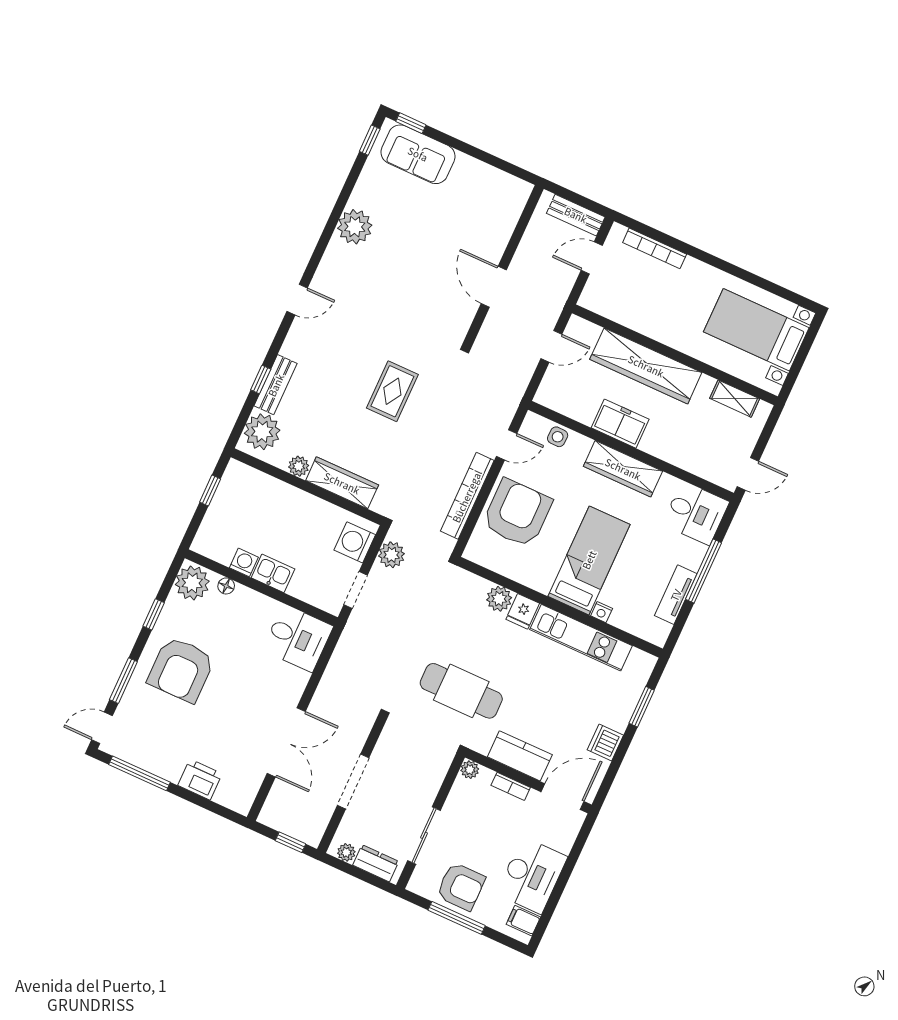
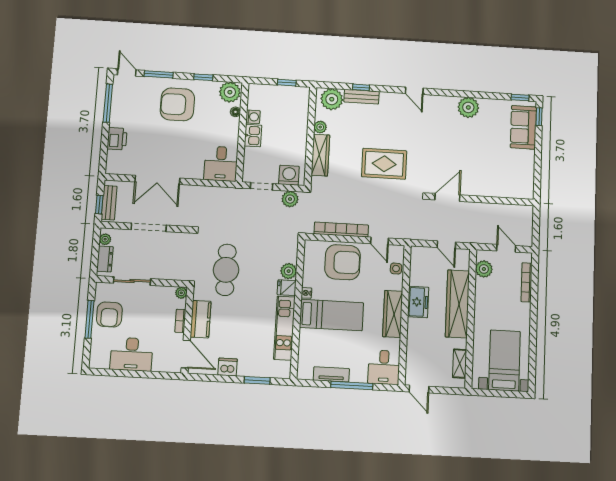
bench: (576, 215) -> (109, 203), moved
door: (494, 287) -> (447, 197), moved
plant: (610, 305) -> (484, 269), added
rug: (392, 391) -> (384, 164), width x1.36, depth x1.43
nightstand: (602, 612) -> (306, 293), moved
filing cabinet: (523, 921) -> (102, 360), removed

